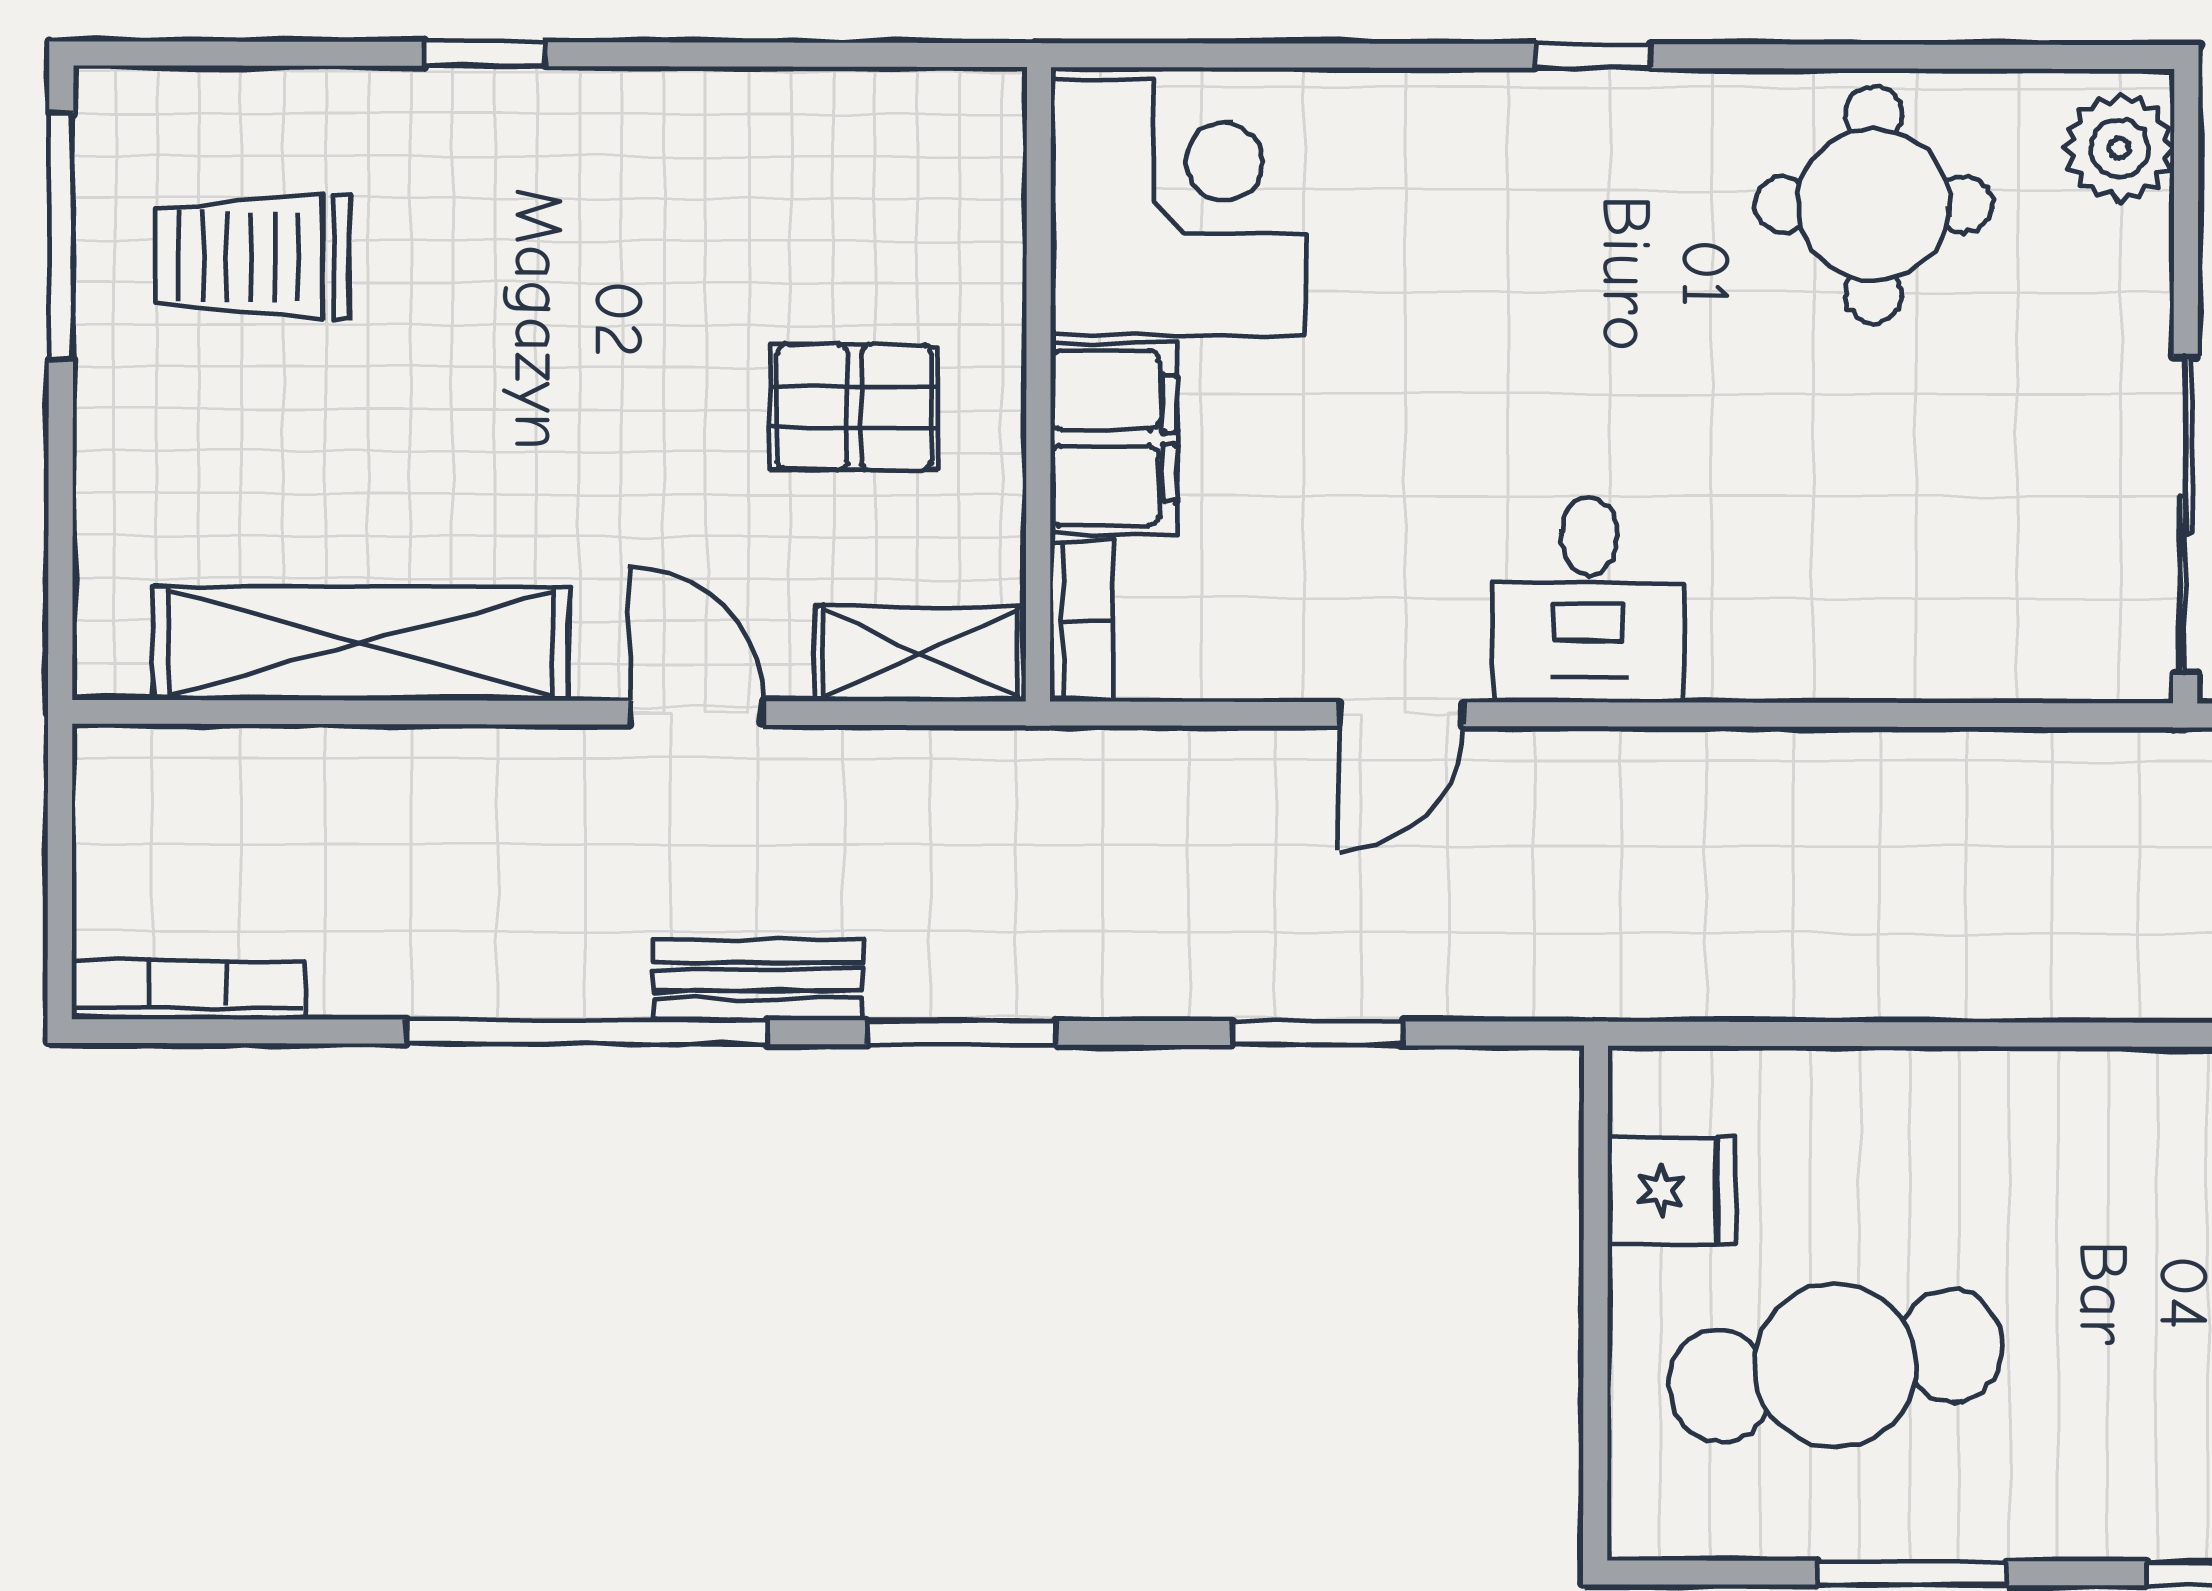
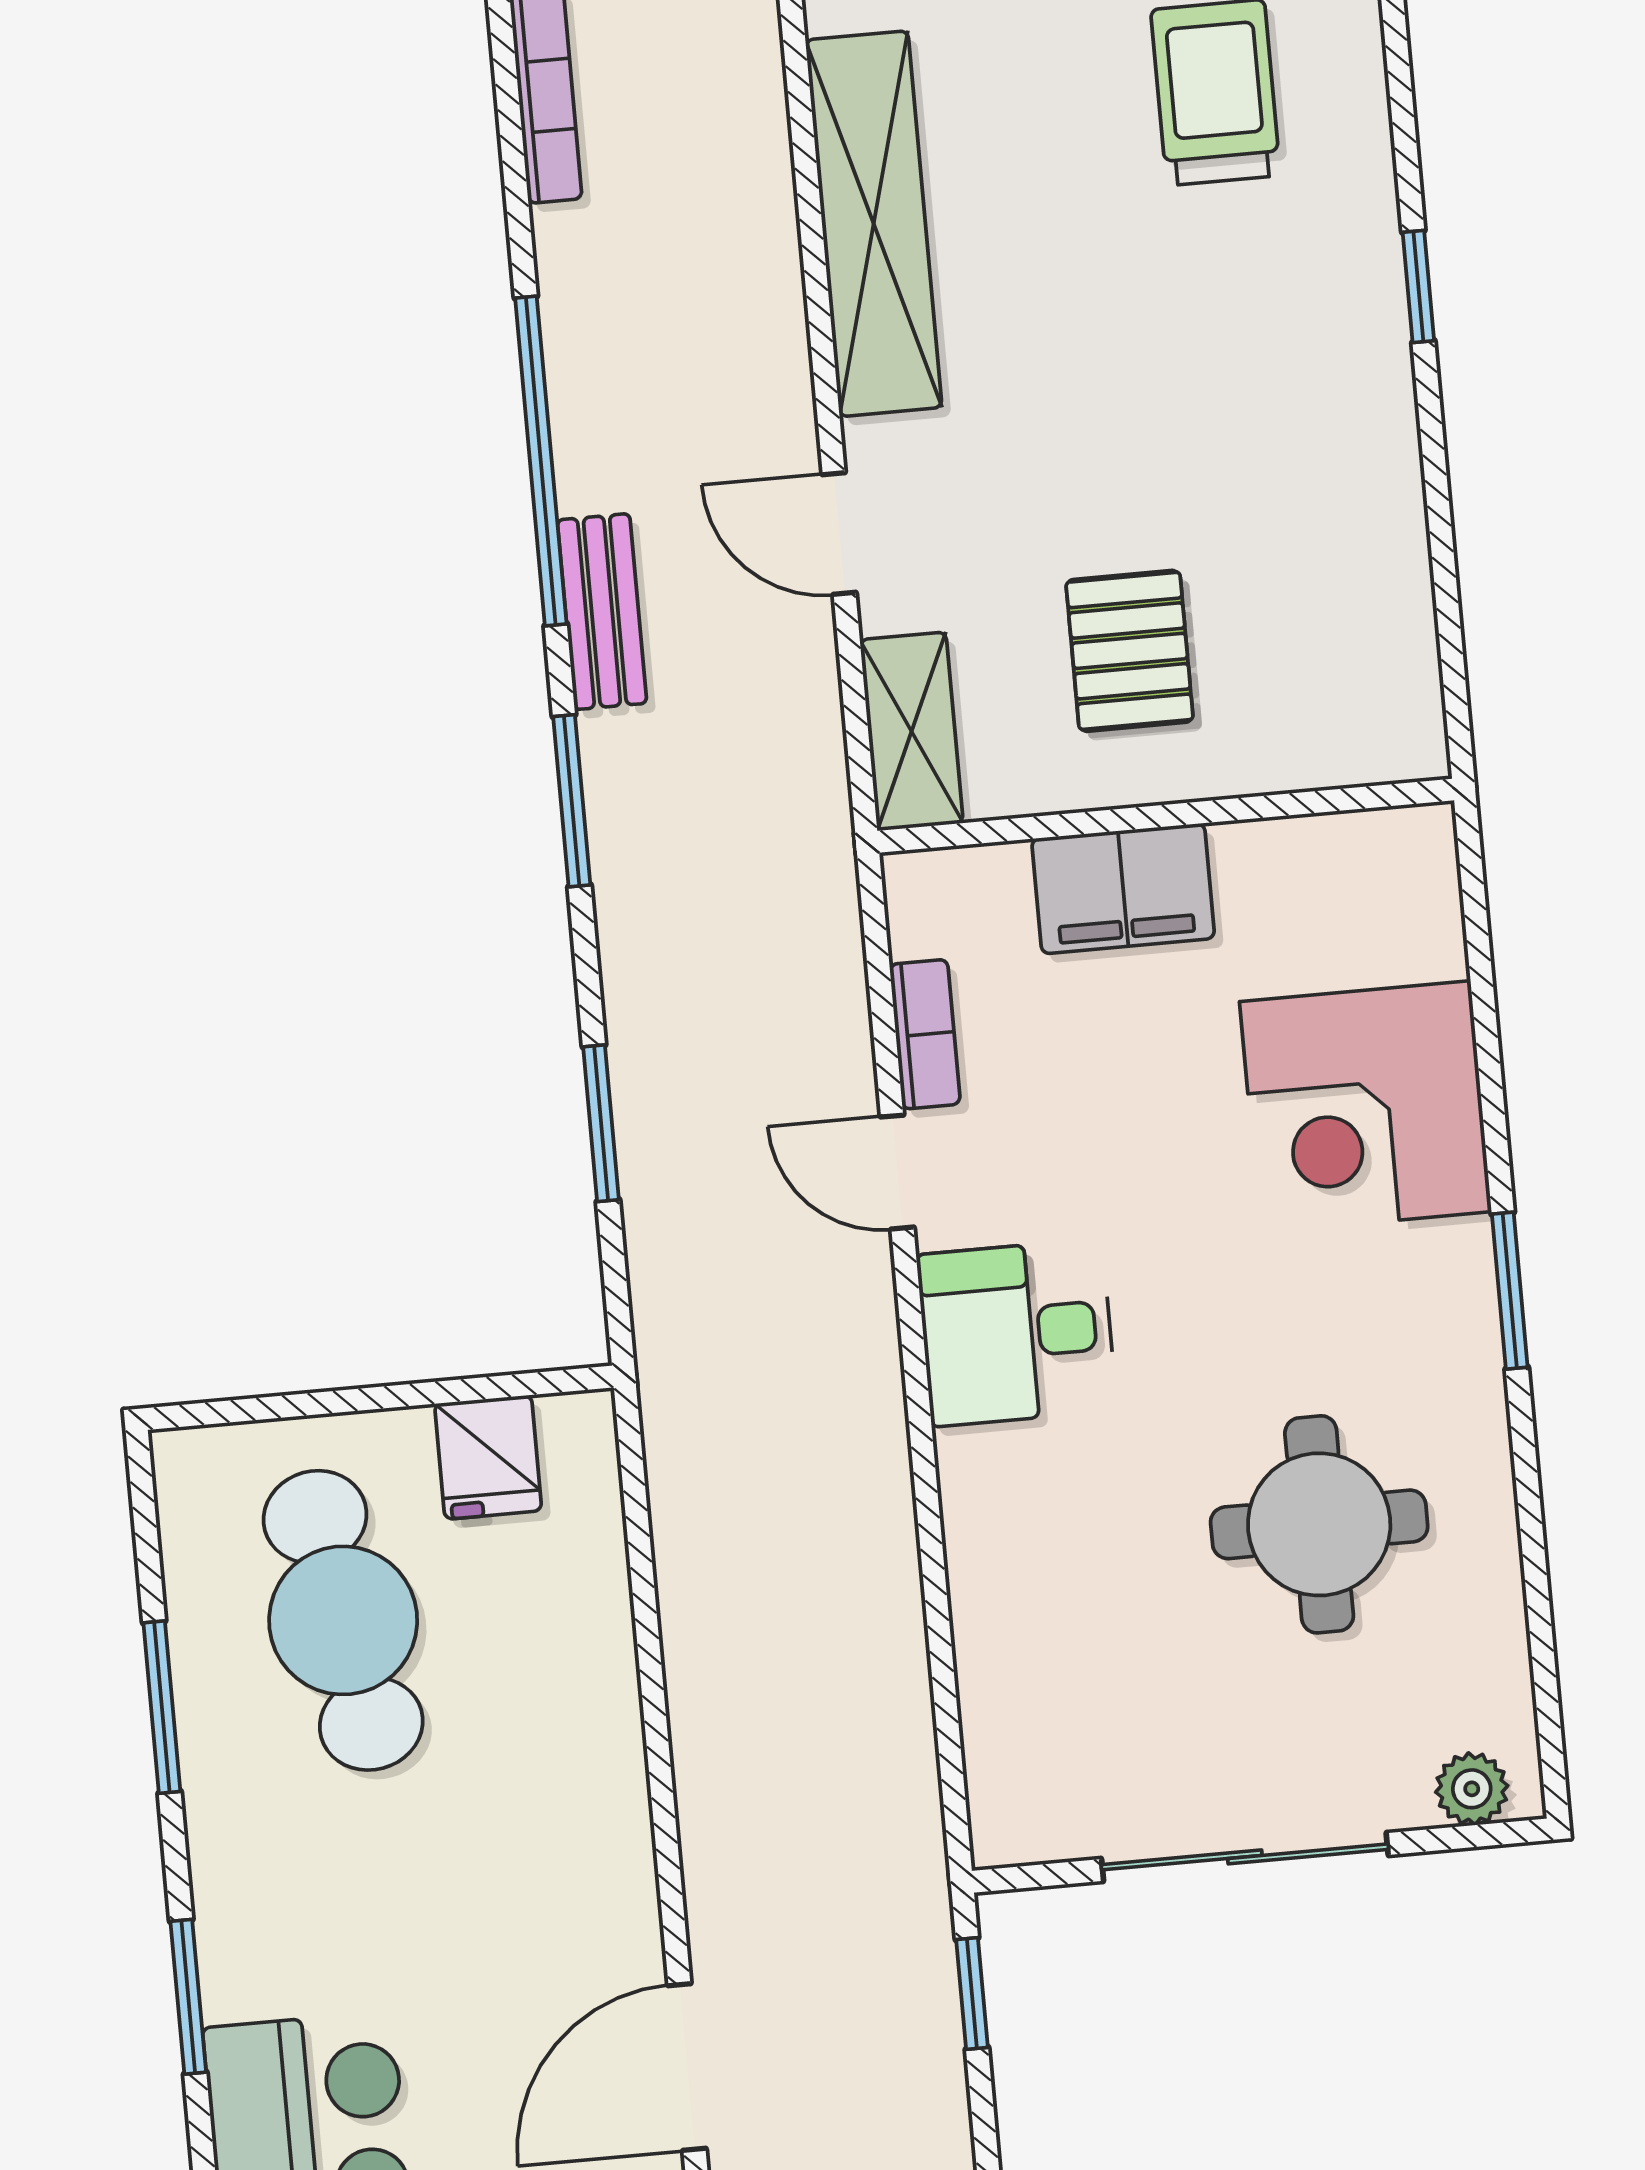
window: (1593, 56) -> (1510, 1291), width x1.50
plant: (2119, 148) -> (1472, 1789), width x0.73, depth x0.73
round table: (1874, 204) -> (1319, 1524), moved
corner desk: (1178, 207) -> (1366, 1107), moved, turned 90
sliding door: (2185, 515) -> (1245, 1857), moved
bookcase: (1082, 622) -> (925, 1034), moved, turned -90
door: (697, 713) -> (839, 534), swing flipped

